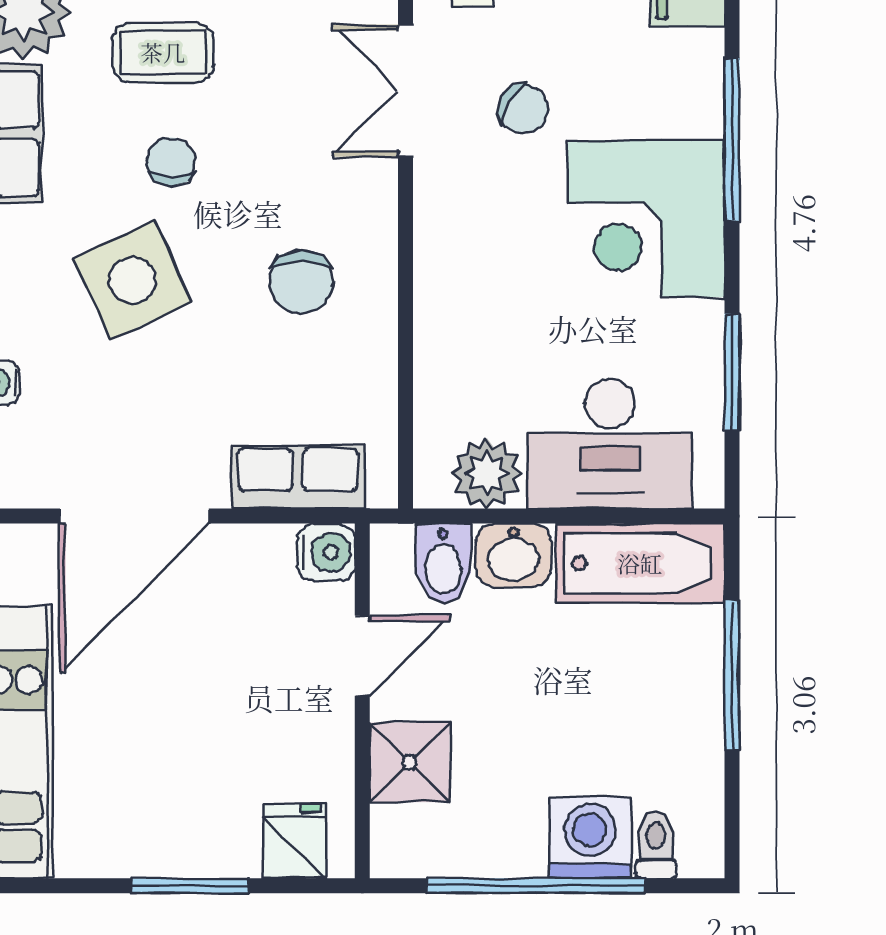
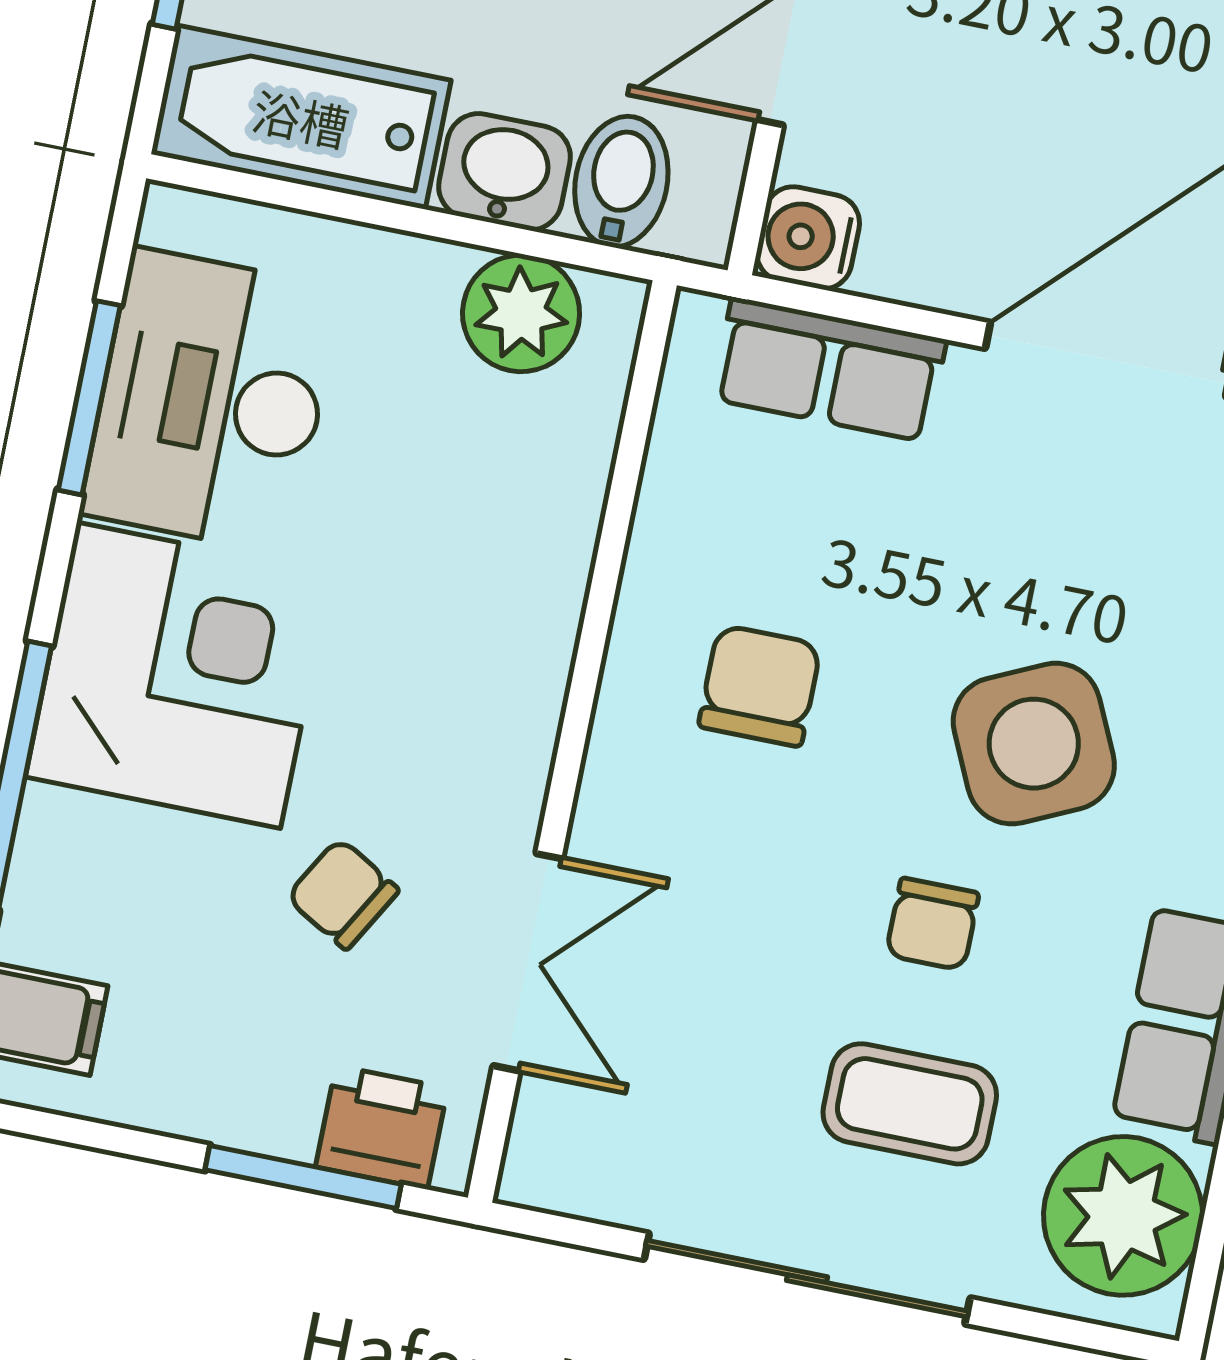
desk: (610, 444) -> (211, 401), moved, turned -90

